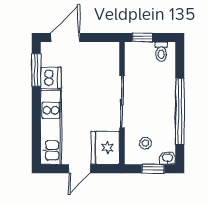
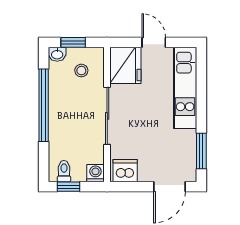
window: (143, 37) -> (69, 187), moved
washing machine: (133, 50) -> (95, 173), added
dishwasher: (51, 78) -> (125, 171), moved, turned 90
door: (79, 169) -> (154, 42), hinge flipped

